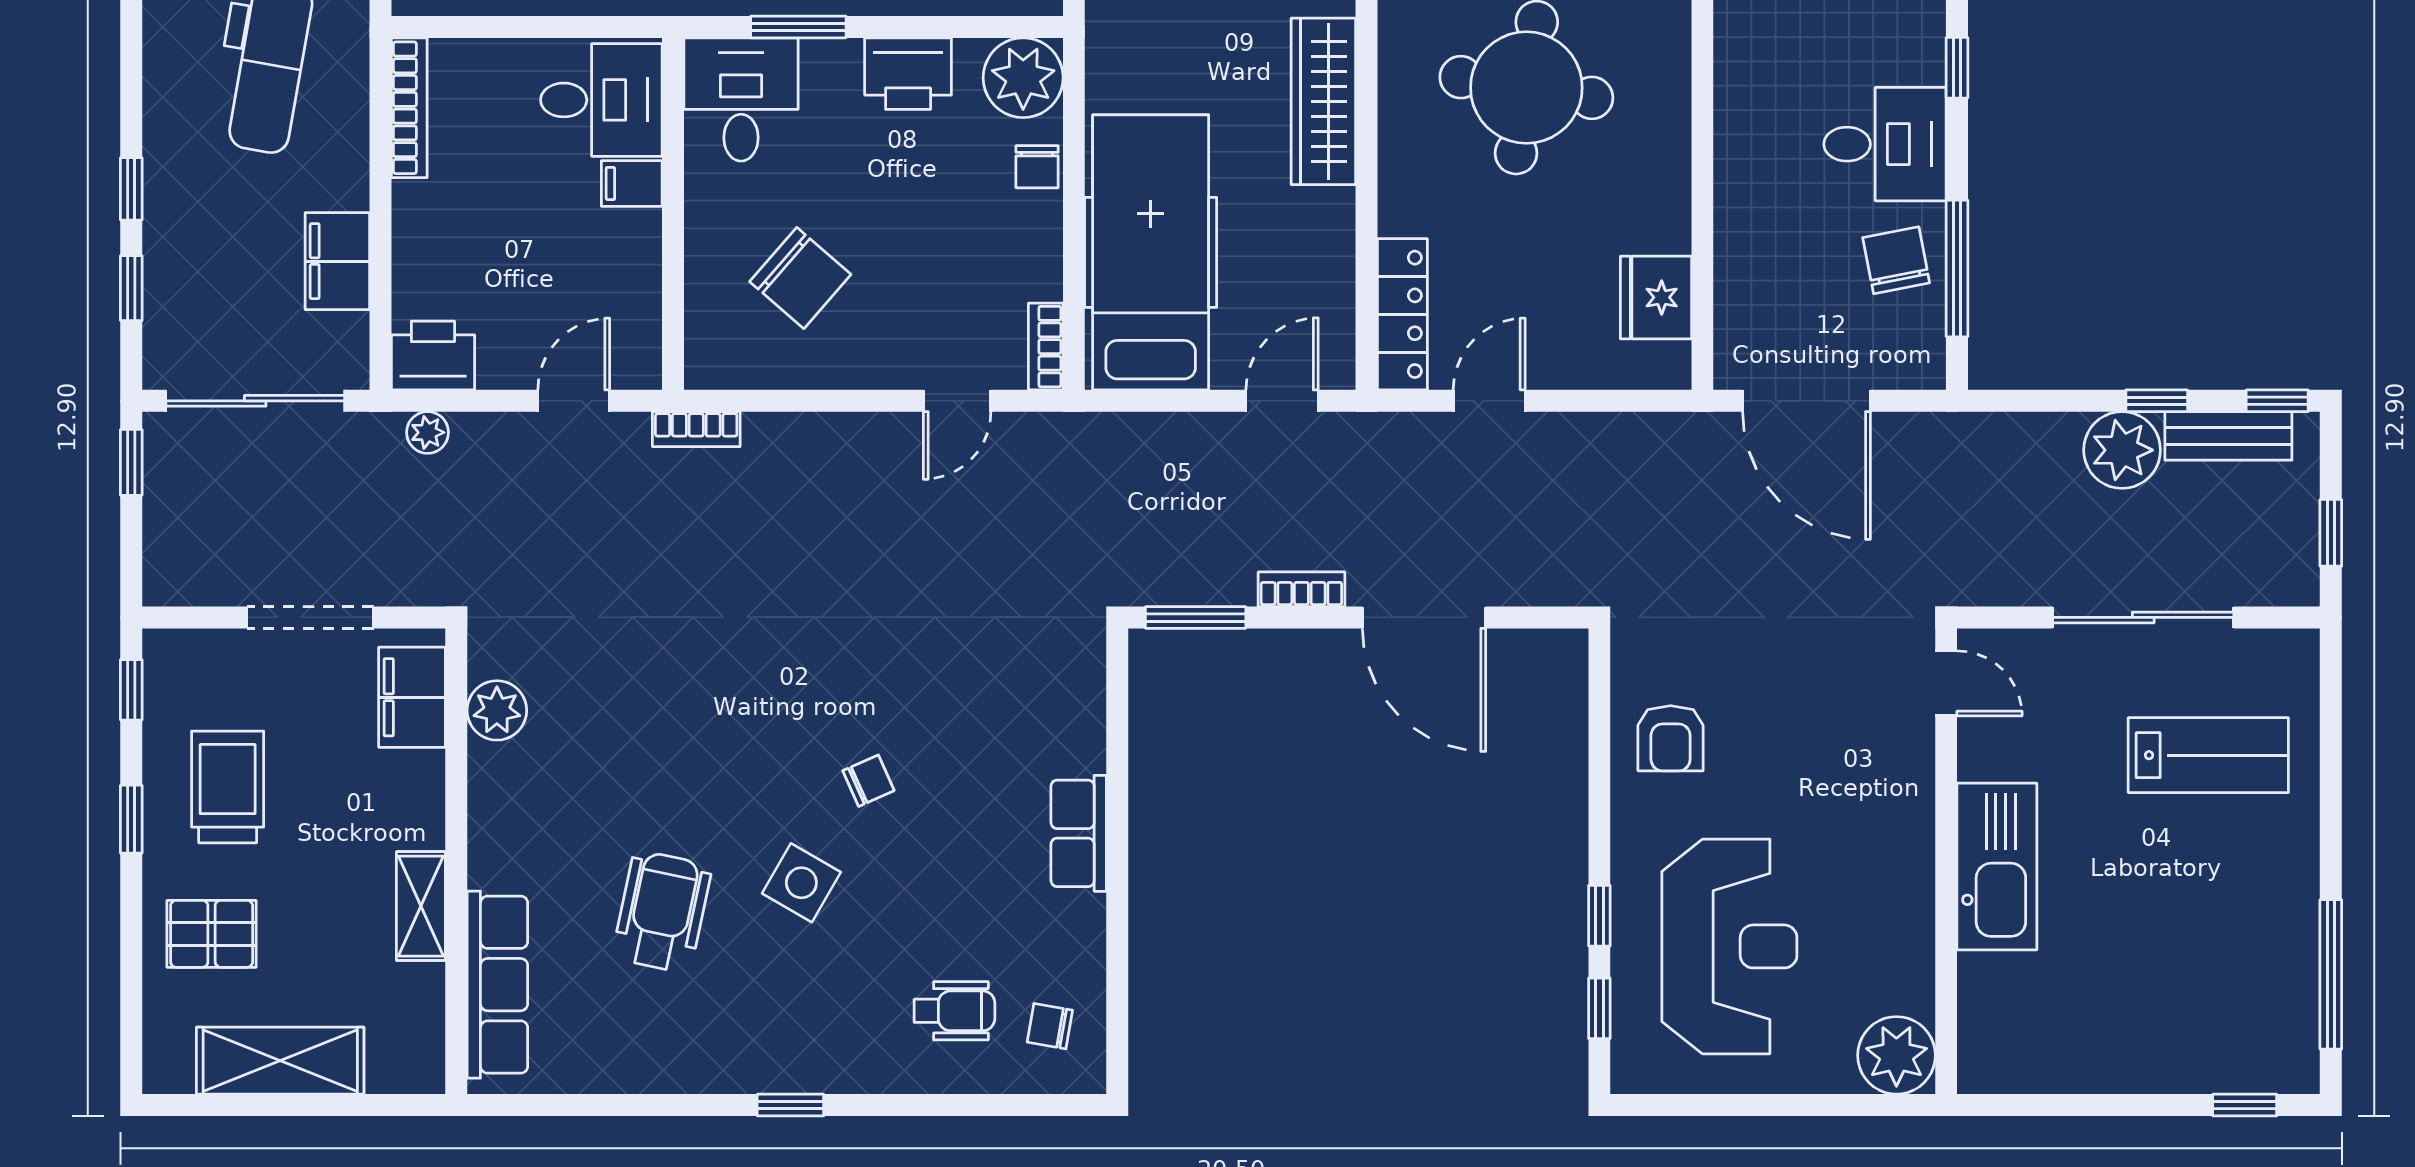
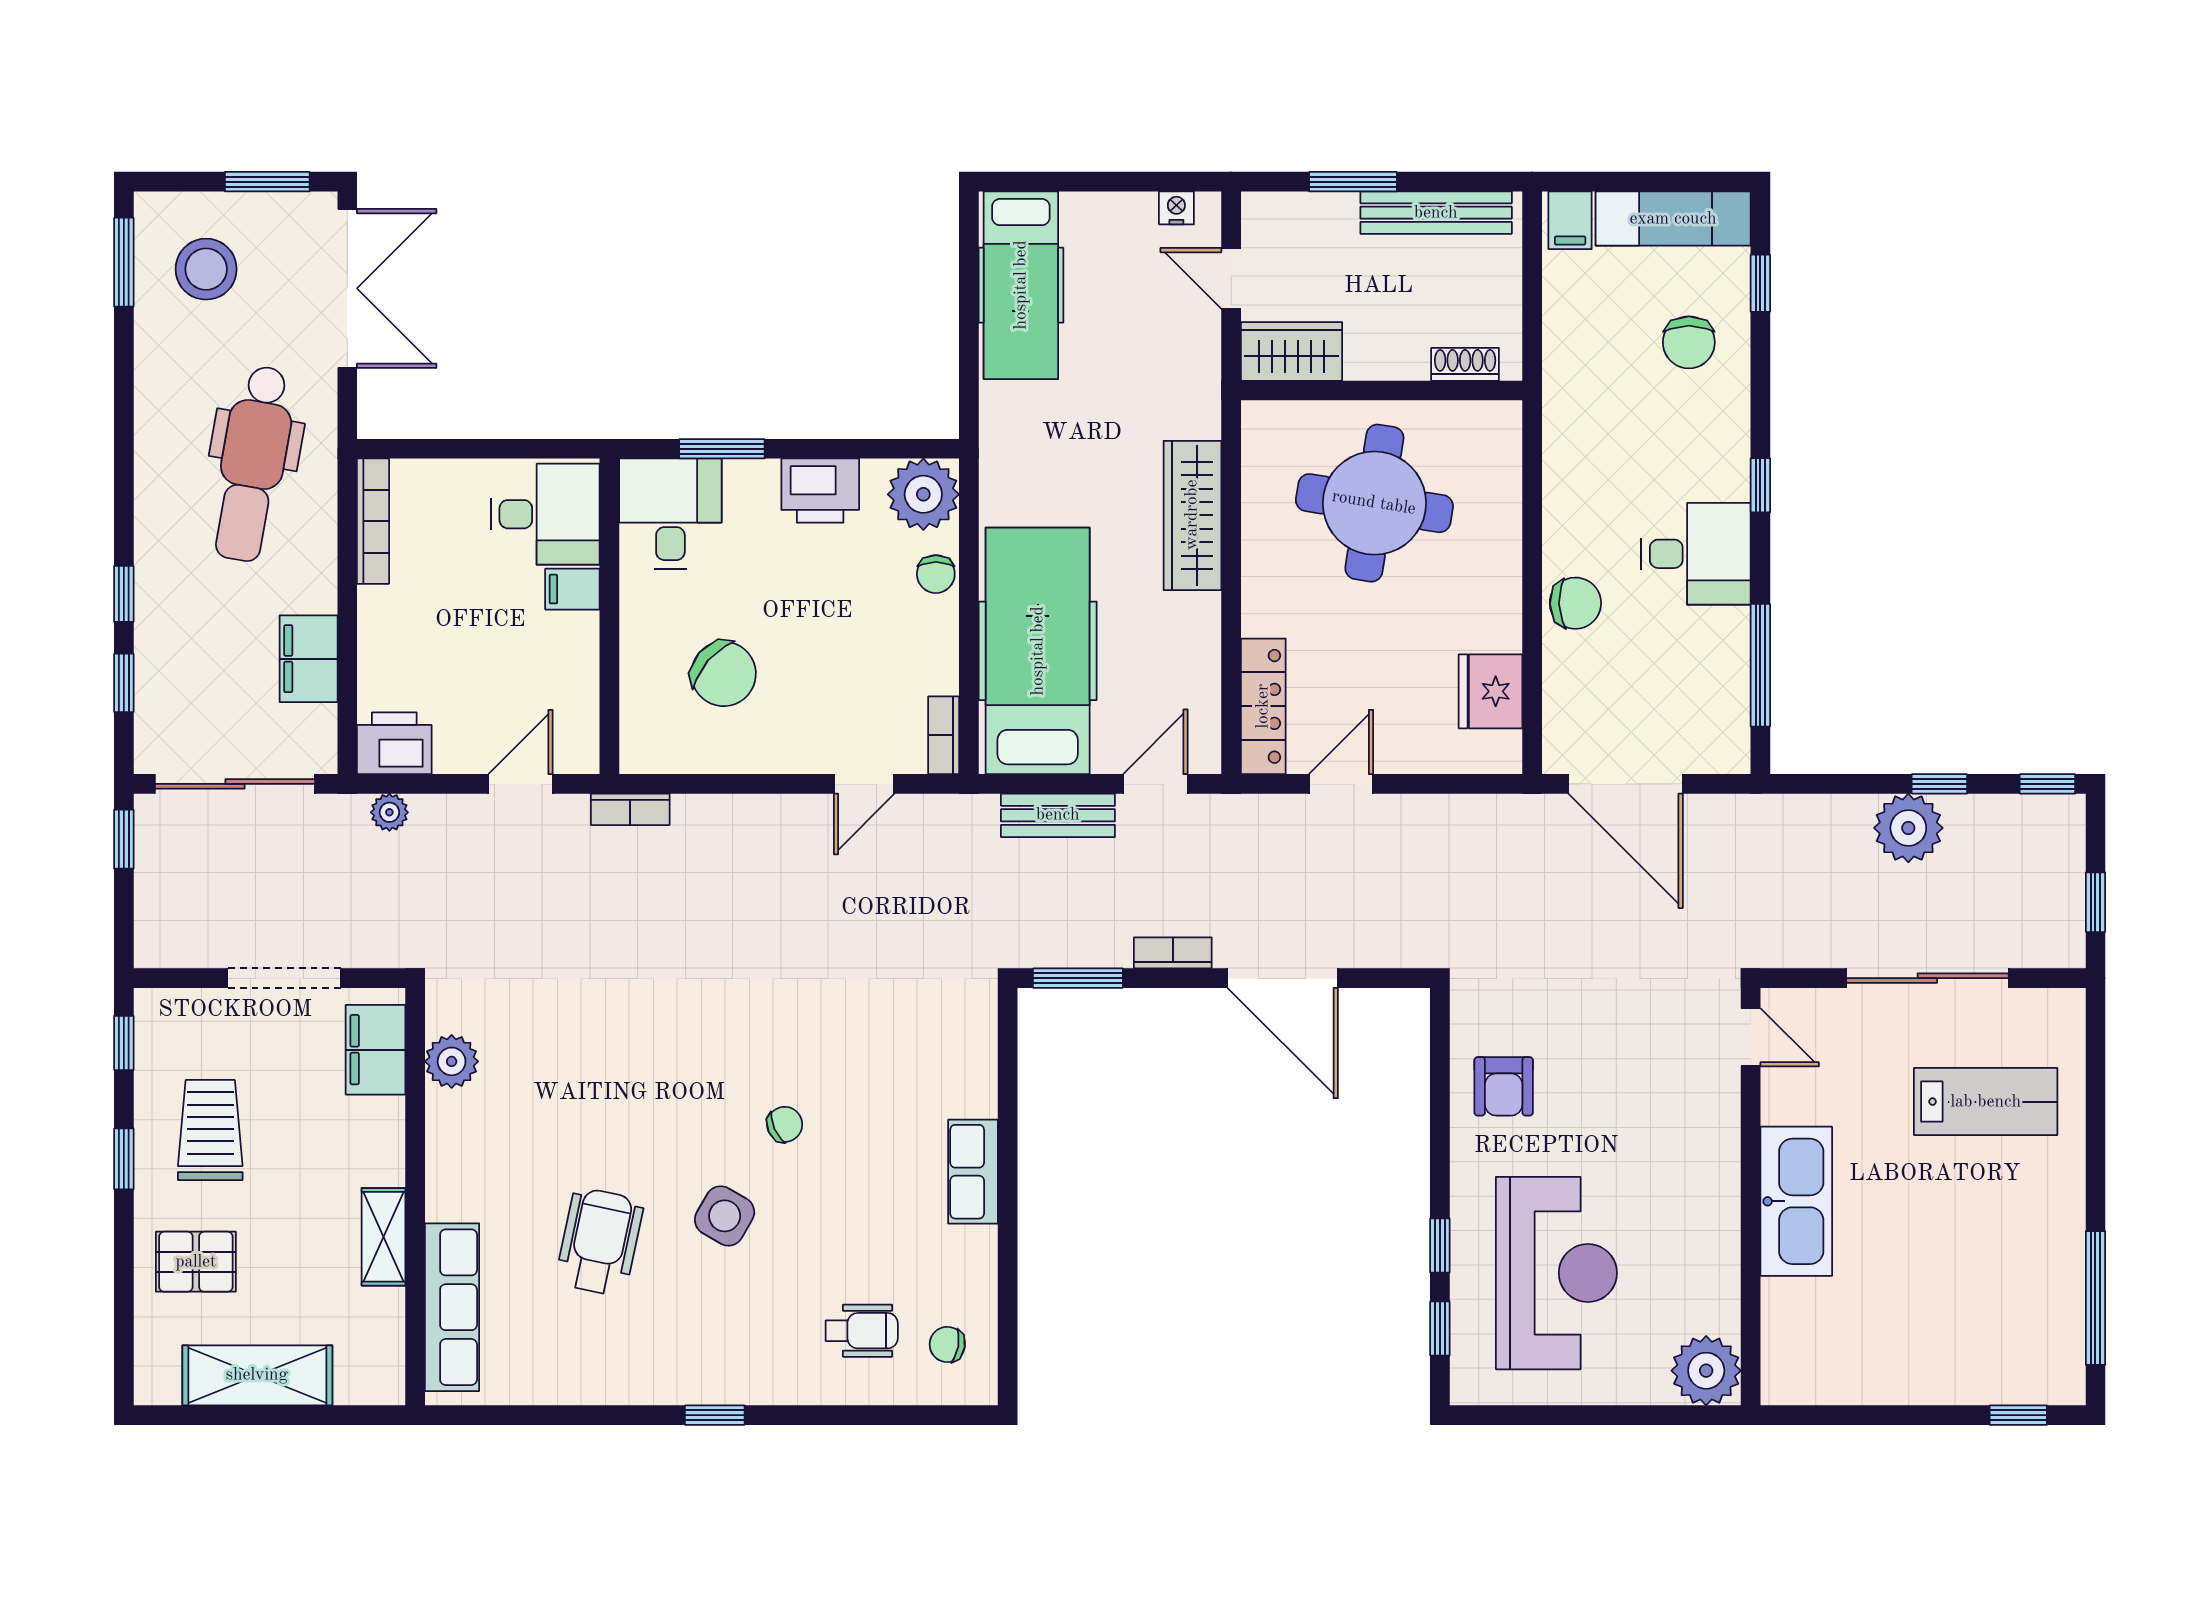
chair: (1896, 260) -> (1575, 603), moved, turned 99
bench: (2228, 436) -> (1058, 815), moved

